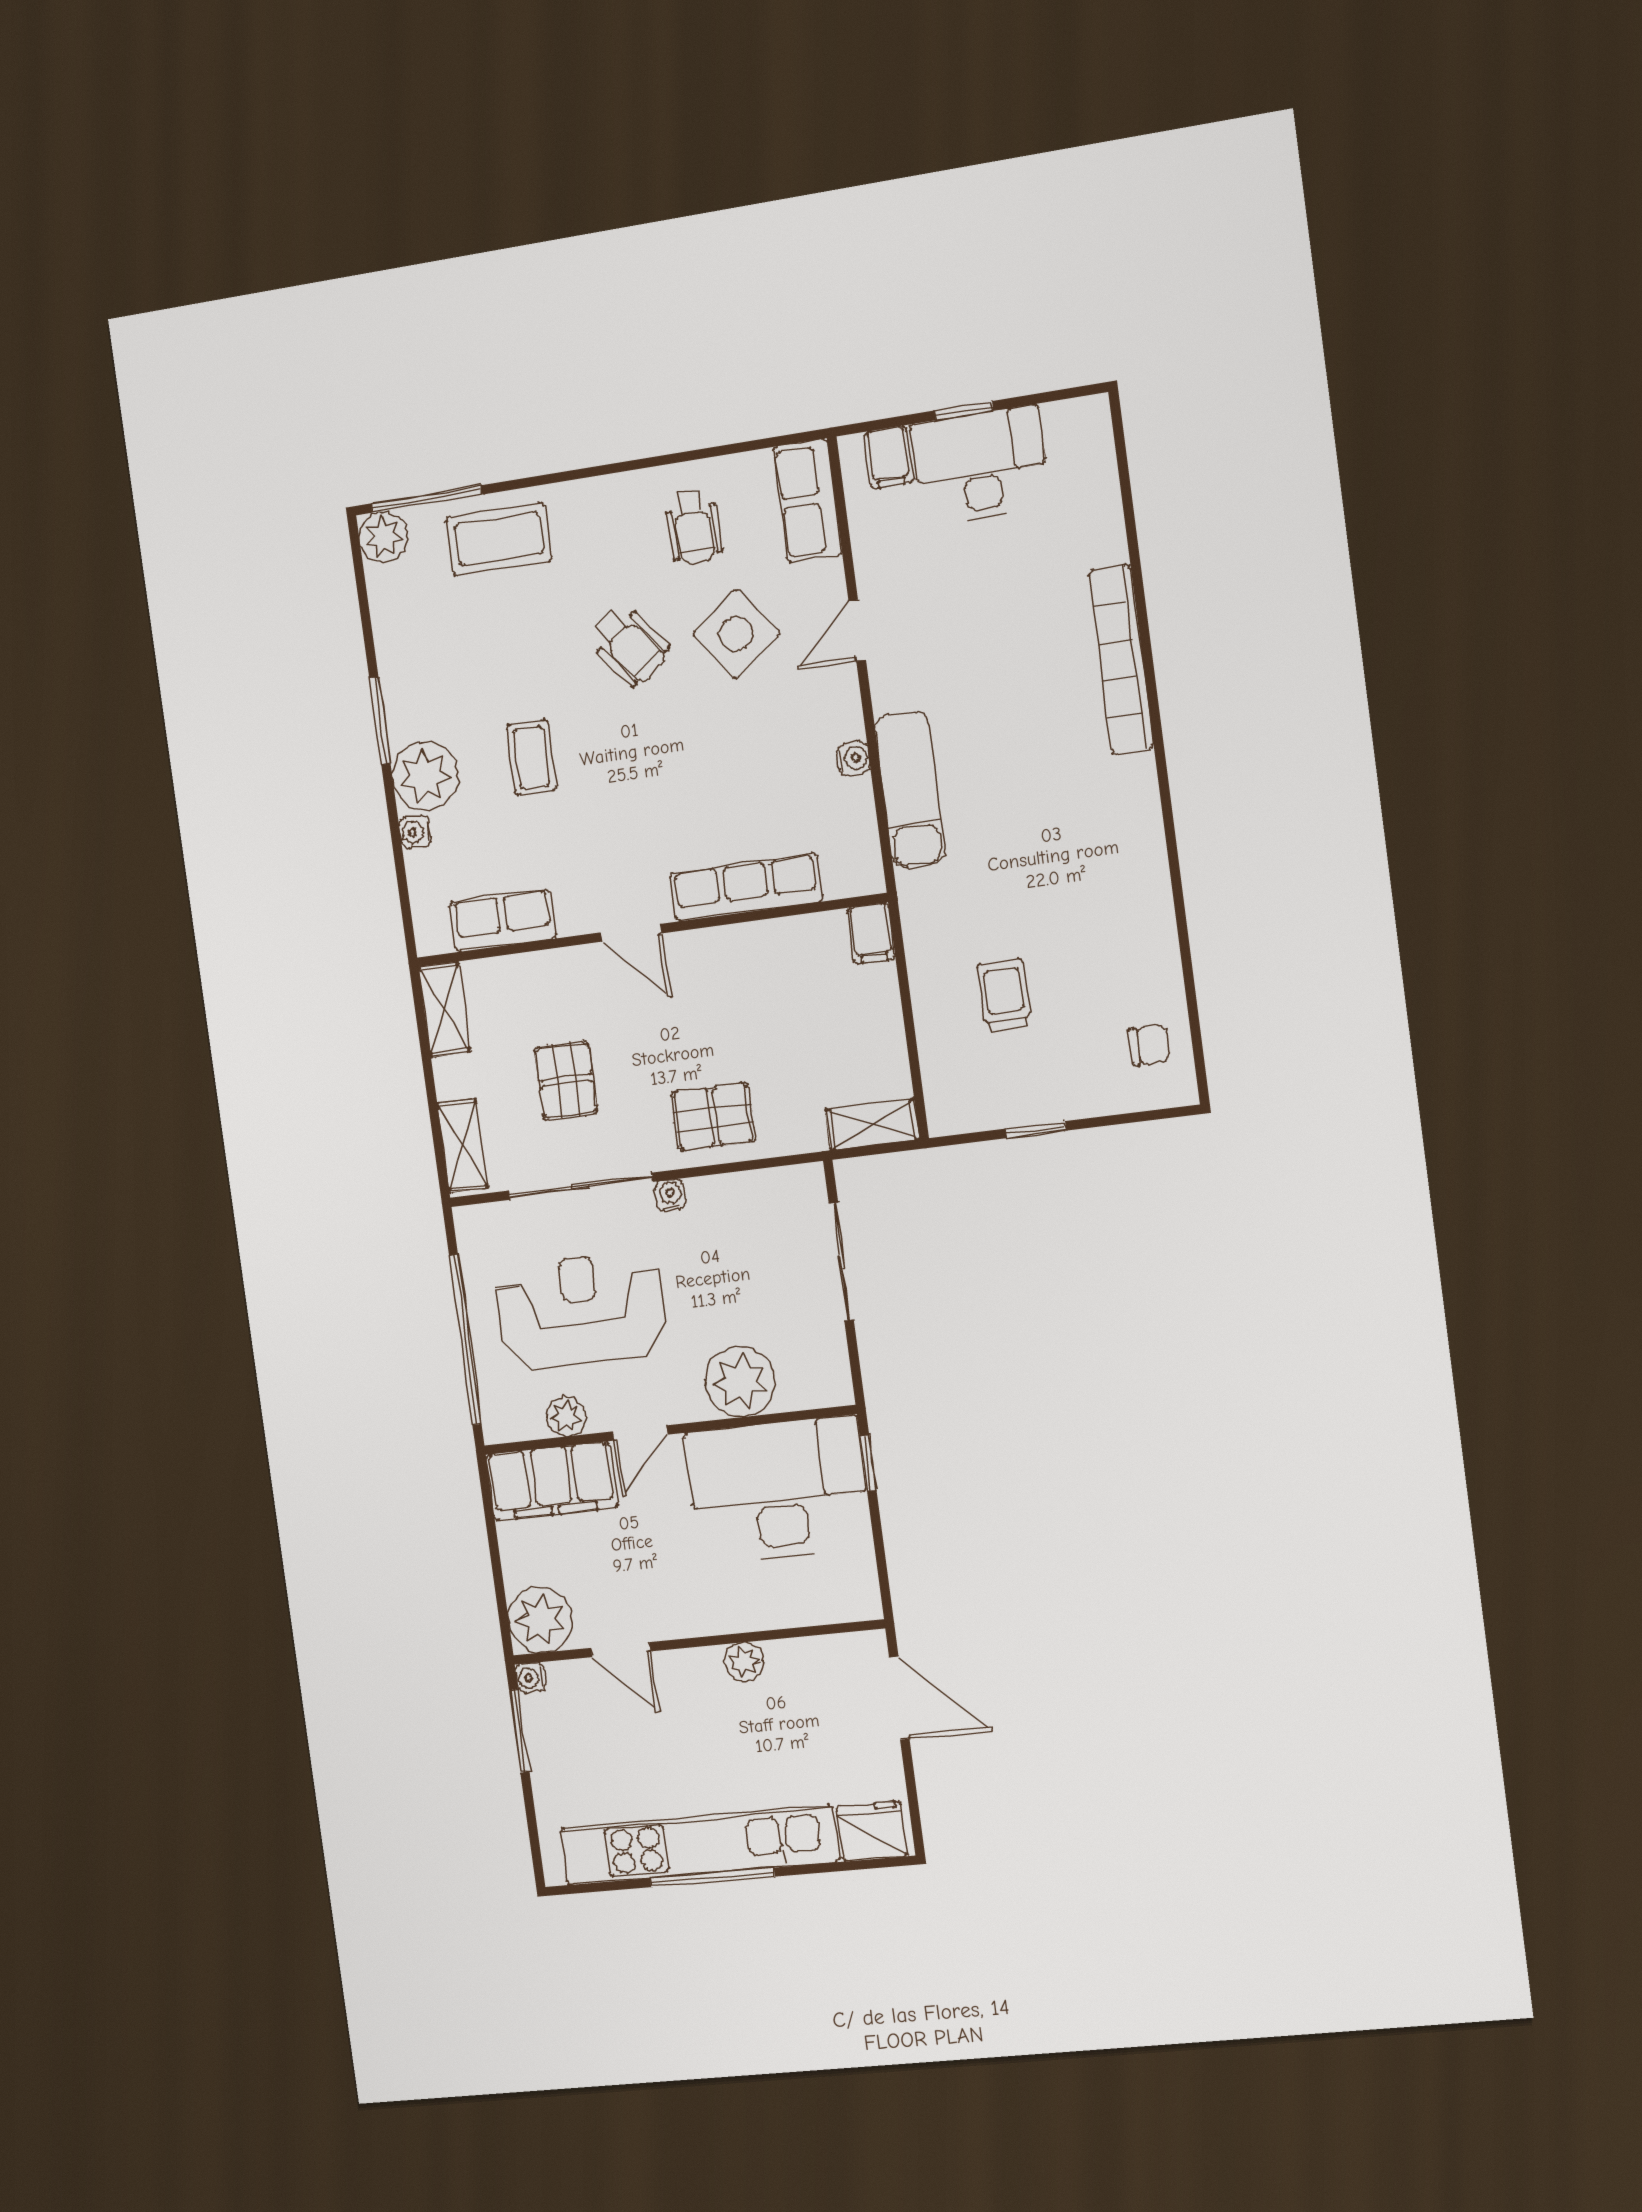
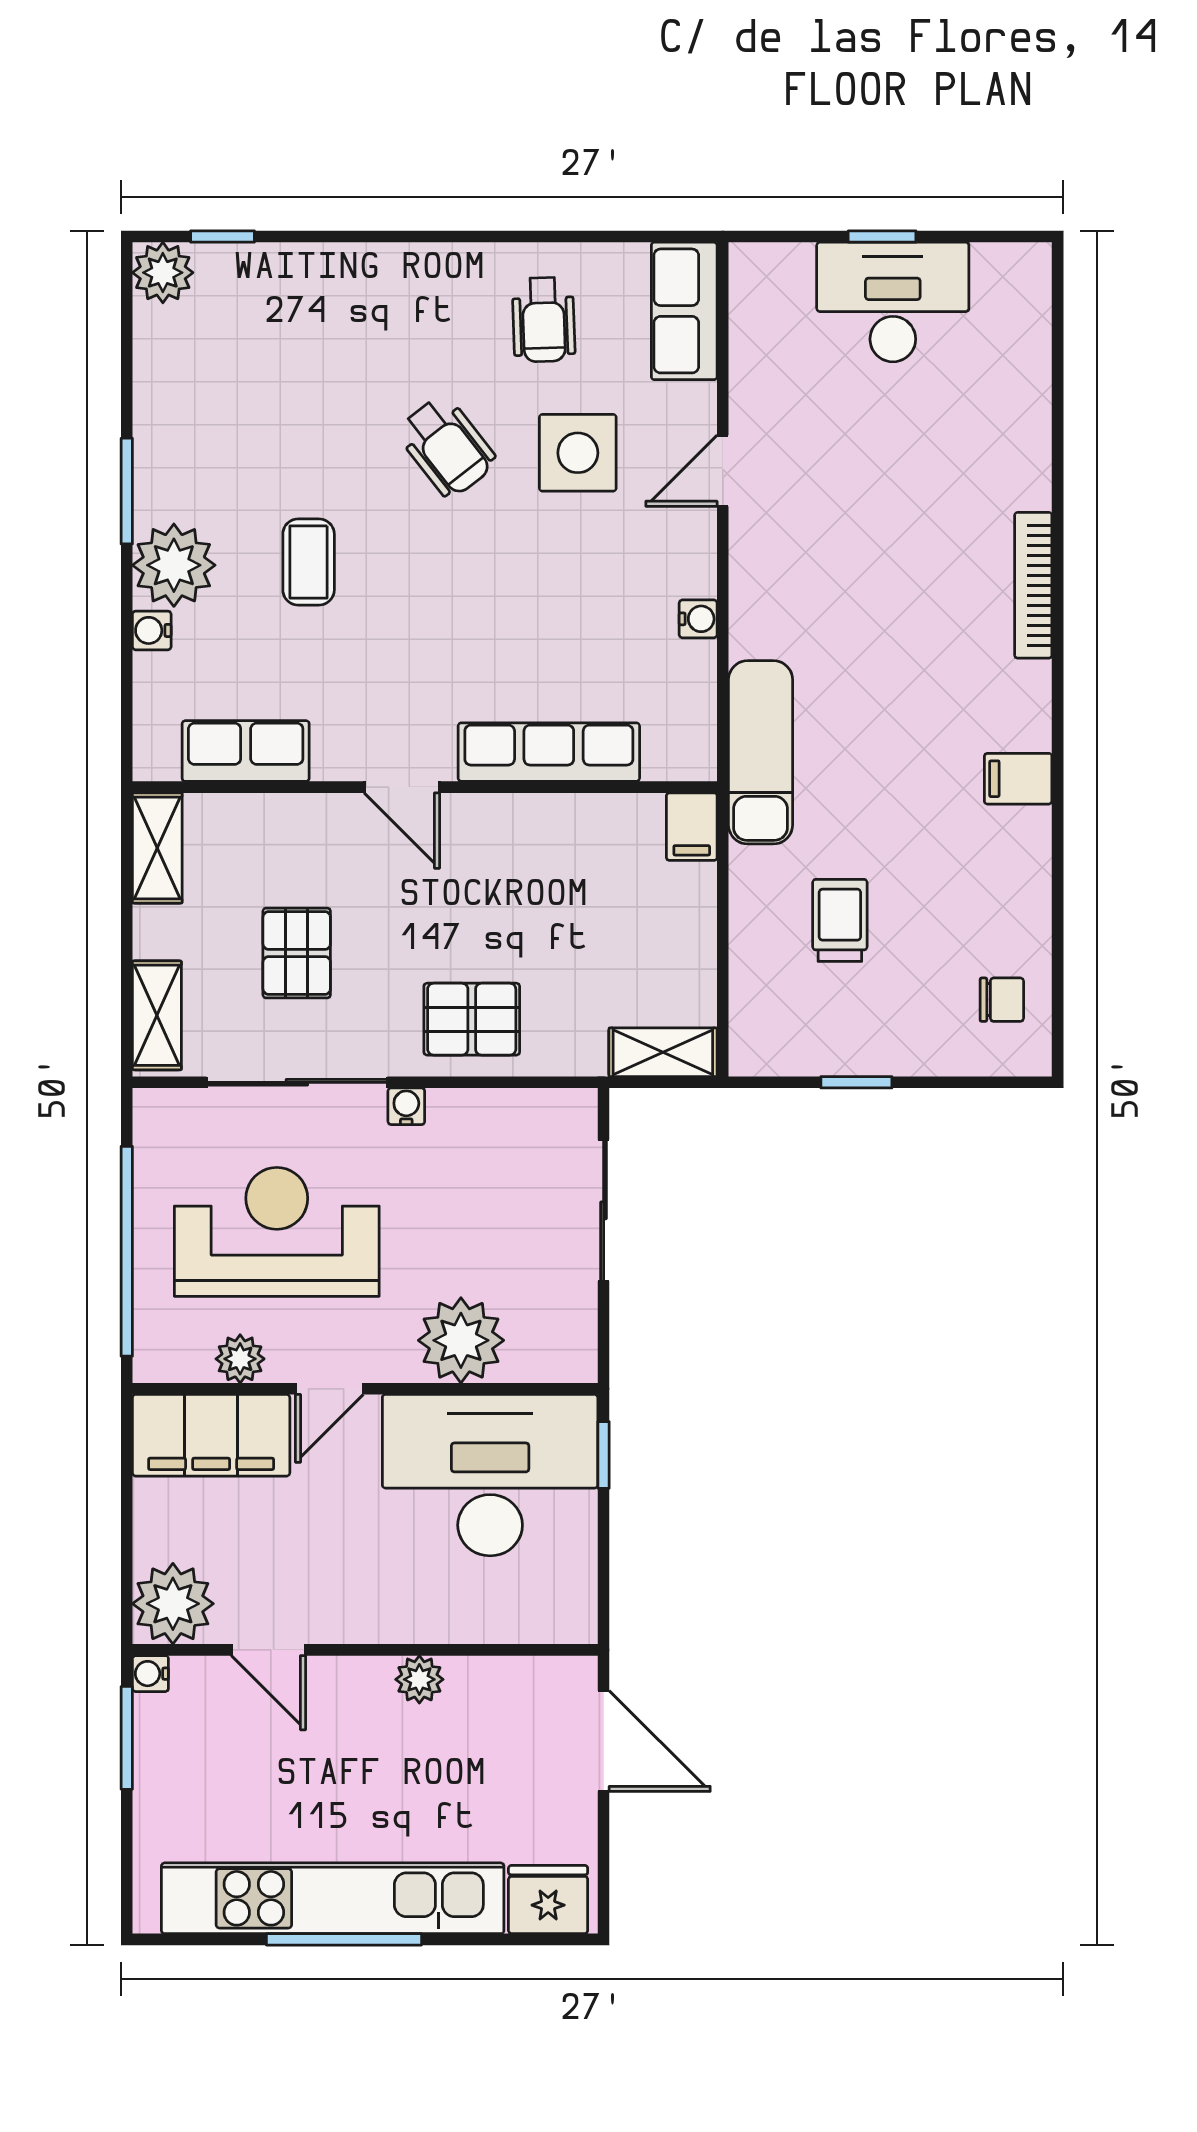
filing cabinet: (889, 457) -> (1018, 779), moved, turned 90
window: (426, 499) -> (222, 237), width x0.46
coffee table: (499, 539) -> (305, 298), removed
side table: (736, 634) -> (578, 453), turned 37
bookcase: (1121, 659) -> (1033, 585), width x0.68, depth x0.76
exam couch: (910, 789) -> (761, 752), moved

